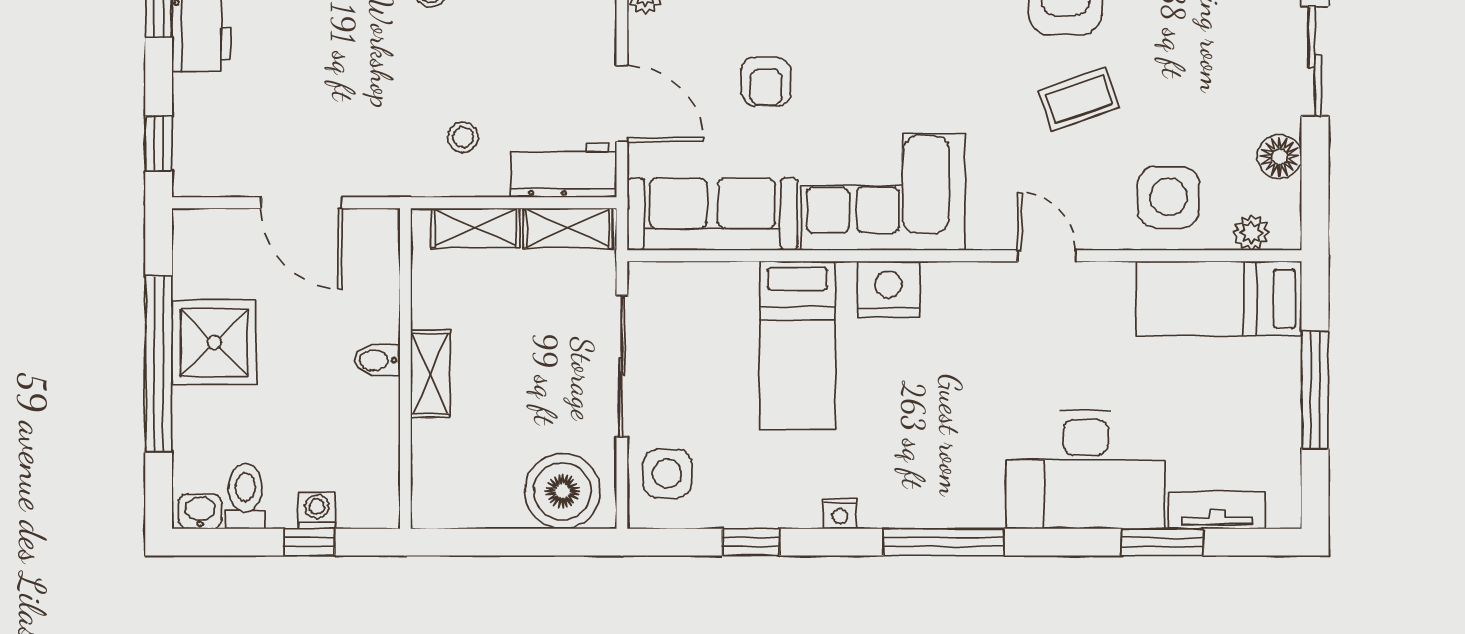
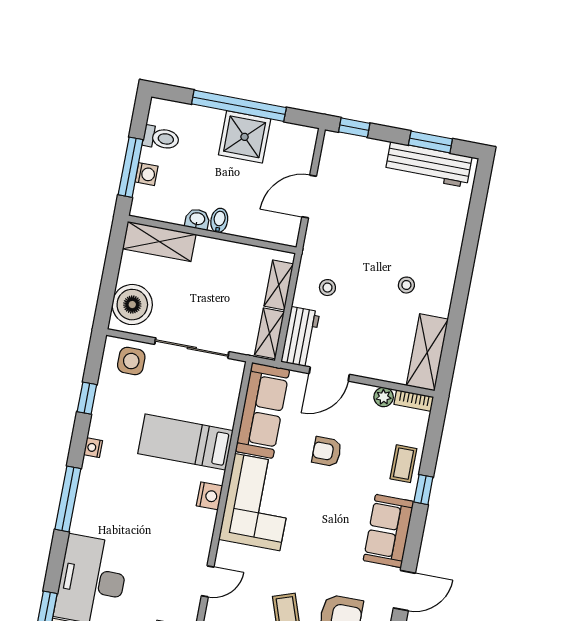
nightstand: (888, 289) -> (210, 496), width x0.74, depth x0.75
shelving: (430, 374) -> (159, 242), moved, width x1.50, depth x1.33
washbasin: (200, 511) -> (197, 219), moved, turned -90
window: (310, 542) -> (131, 167), width x2.17

